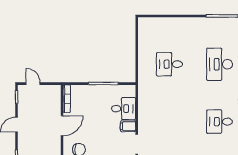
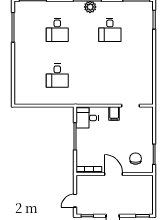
desk: (220, 64) -> (57, 30), width x0.73
desk: (124, 109) -> (87, 118), moved, turned -90

